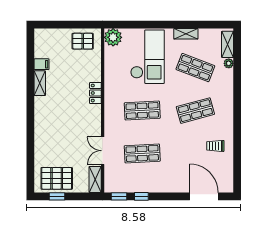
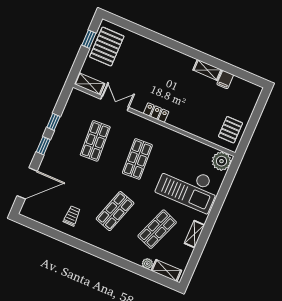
locker: (95, 93) -> (156, 113), moved
shop shelf: (195, 111) -> (115, 211), turned 33
window: (119, 196) -> (43, 146), moved

